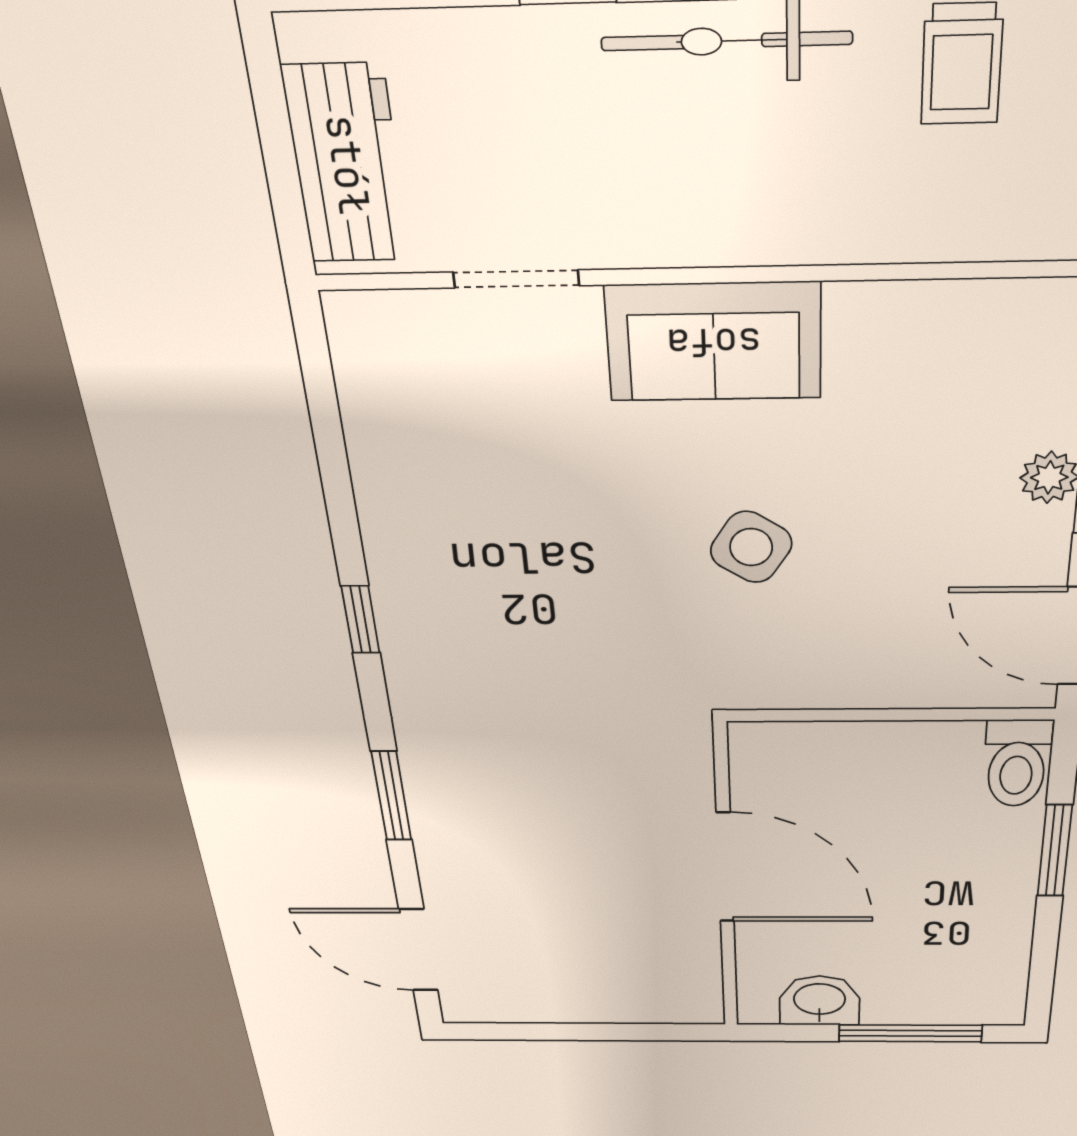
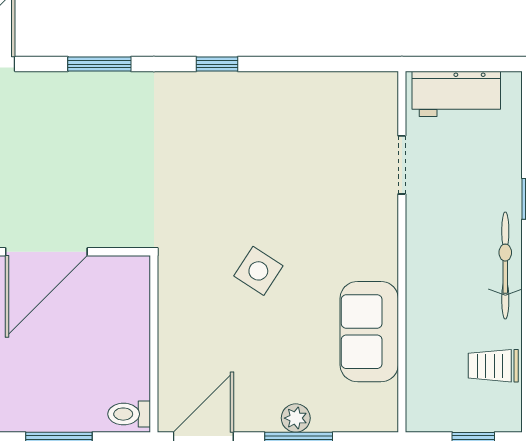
sofa: (714, 342) -> (369, 332), moved
toilet: (1017, 763) -> (129, 414), width x0.73, depth x0.72

